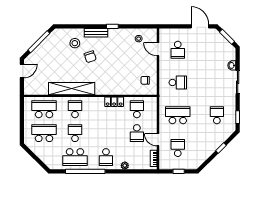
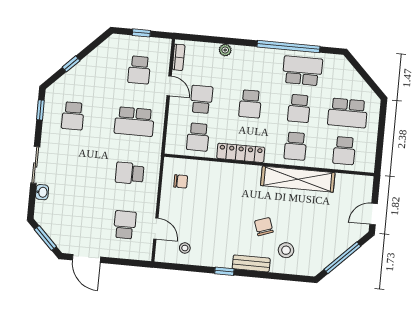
locker: (114, 102) -> (241, 153), width x1.53
school desk: (44, 109) -> (344, 151), width x0.54
school desk: (106, 157) -> (250, 104), moved, turned 180

